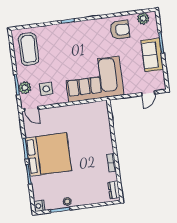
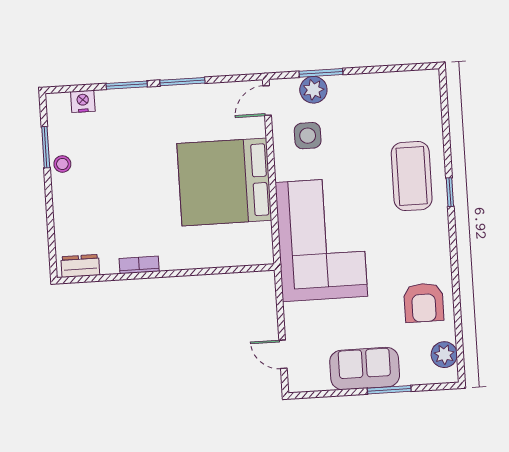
coffee table: (29, 49) -> (412, 176), moved, turned 90
bed: (48, 154) -> (224, 182), moved, turned 90
nightstand: (39, 206) -> (83, 101), moved

